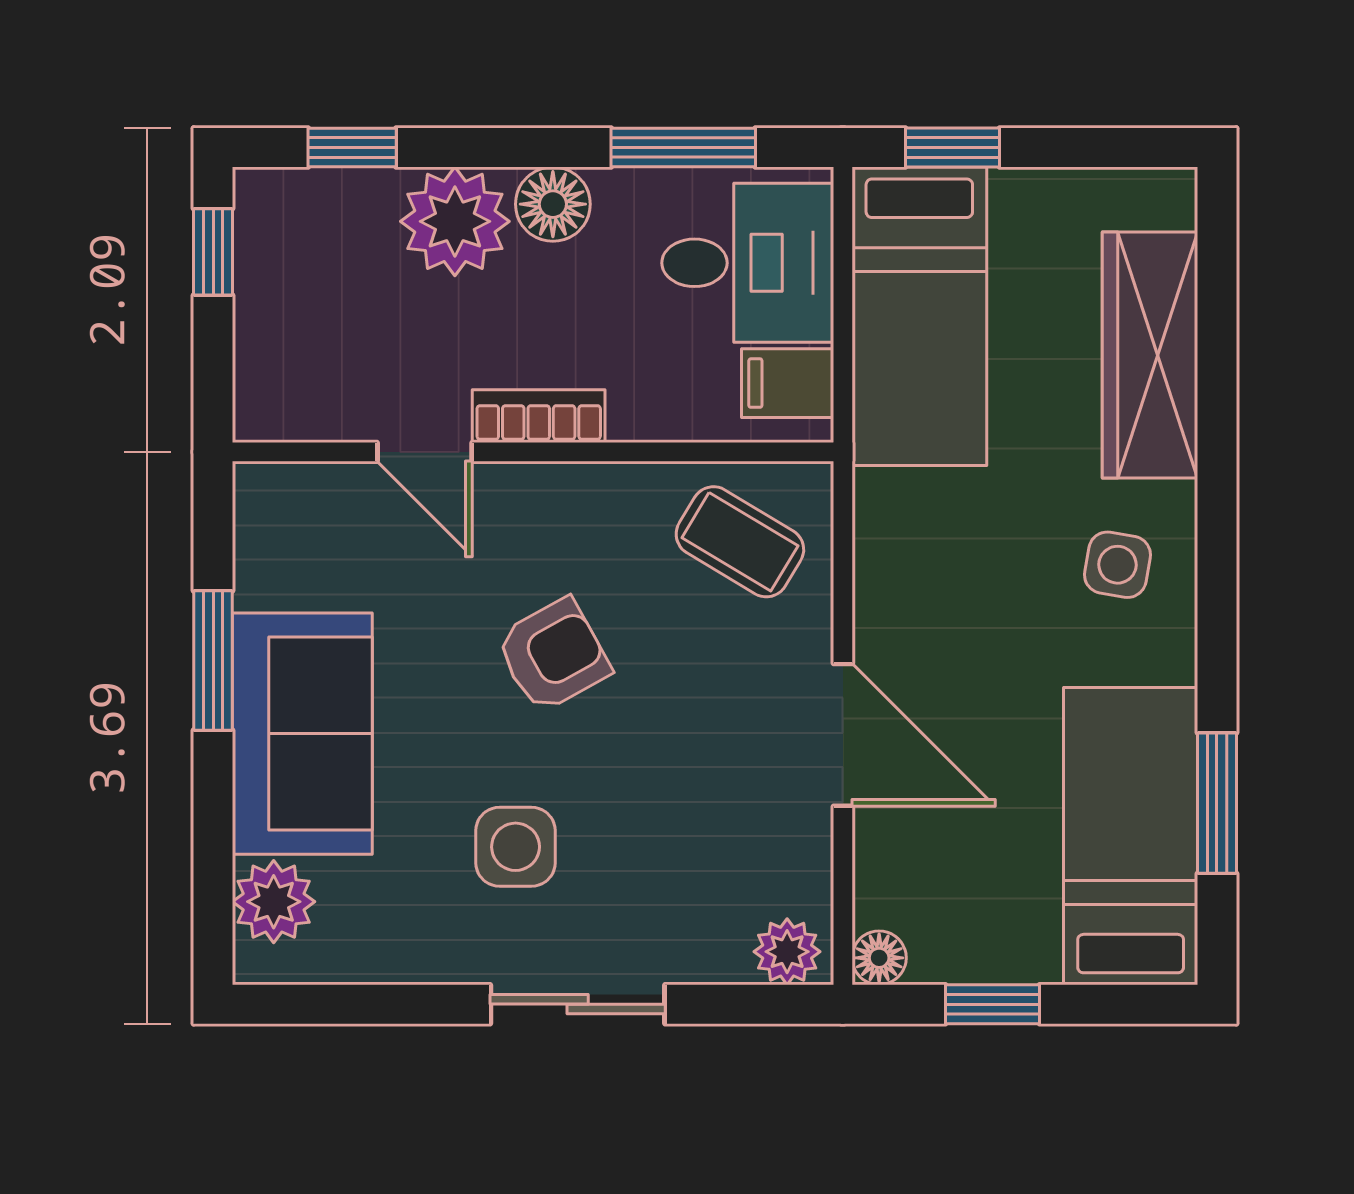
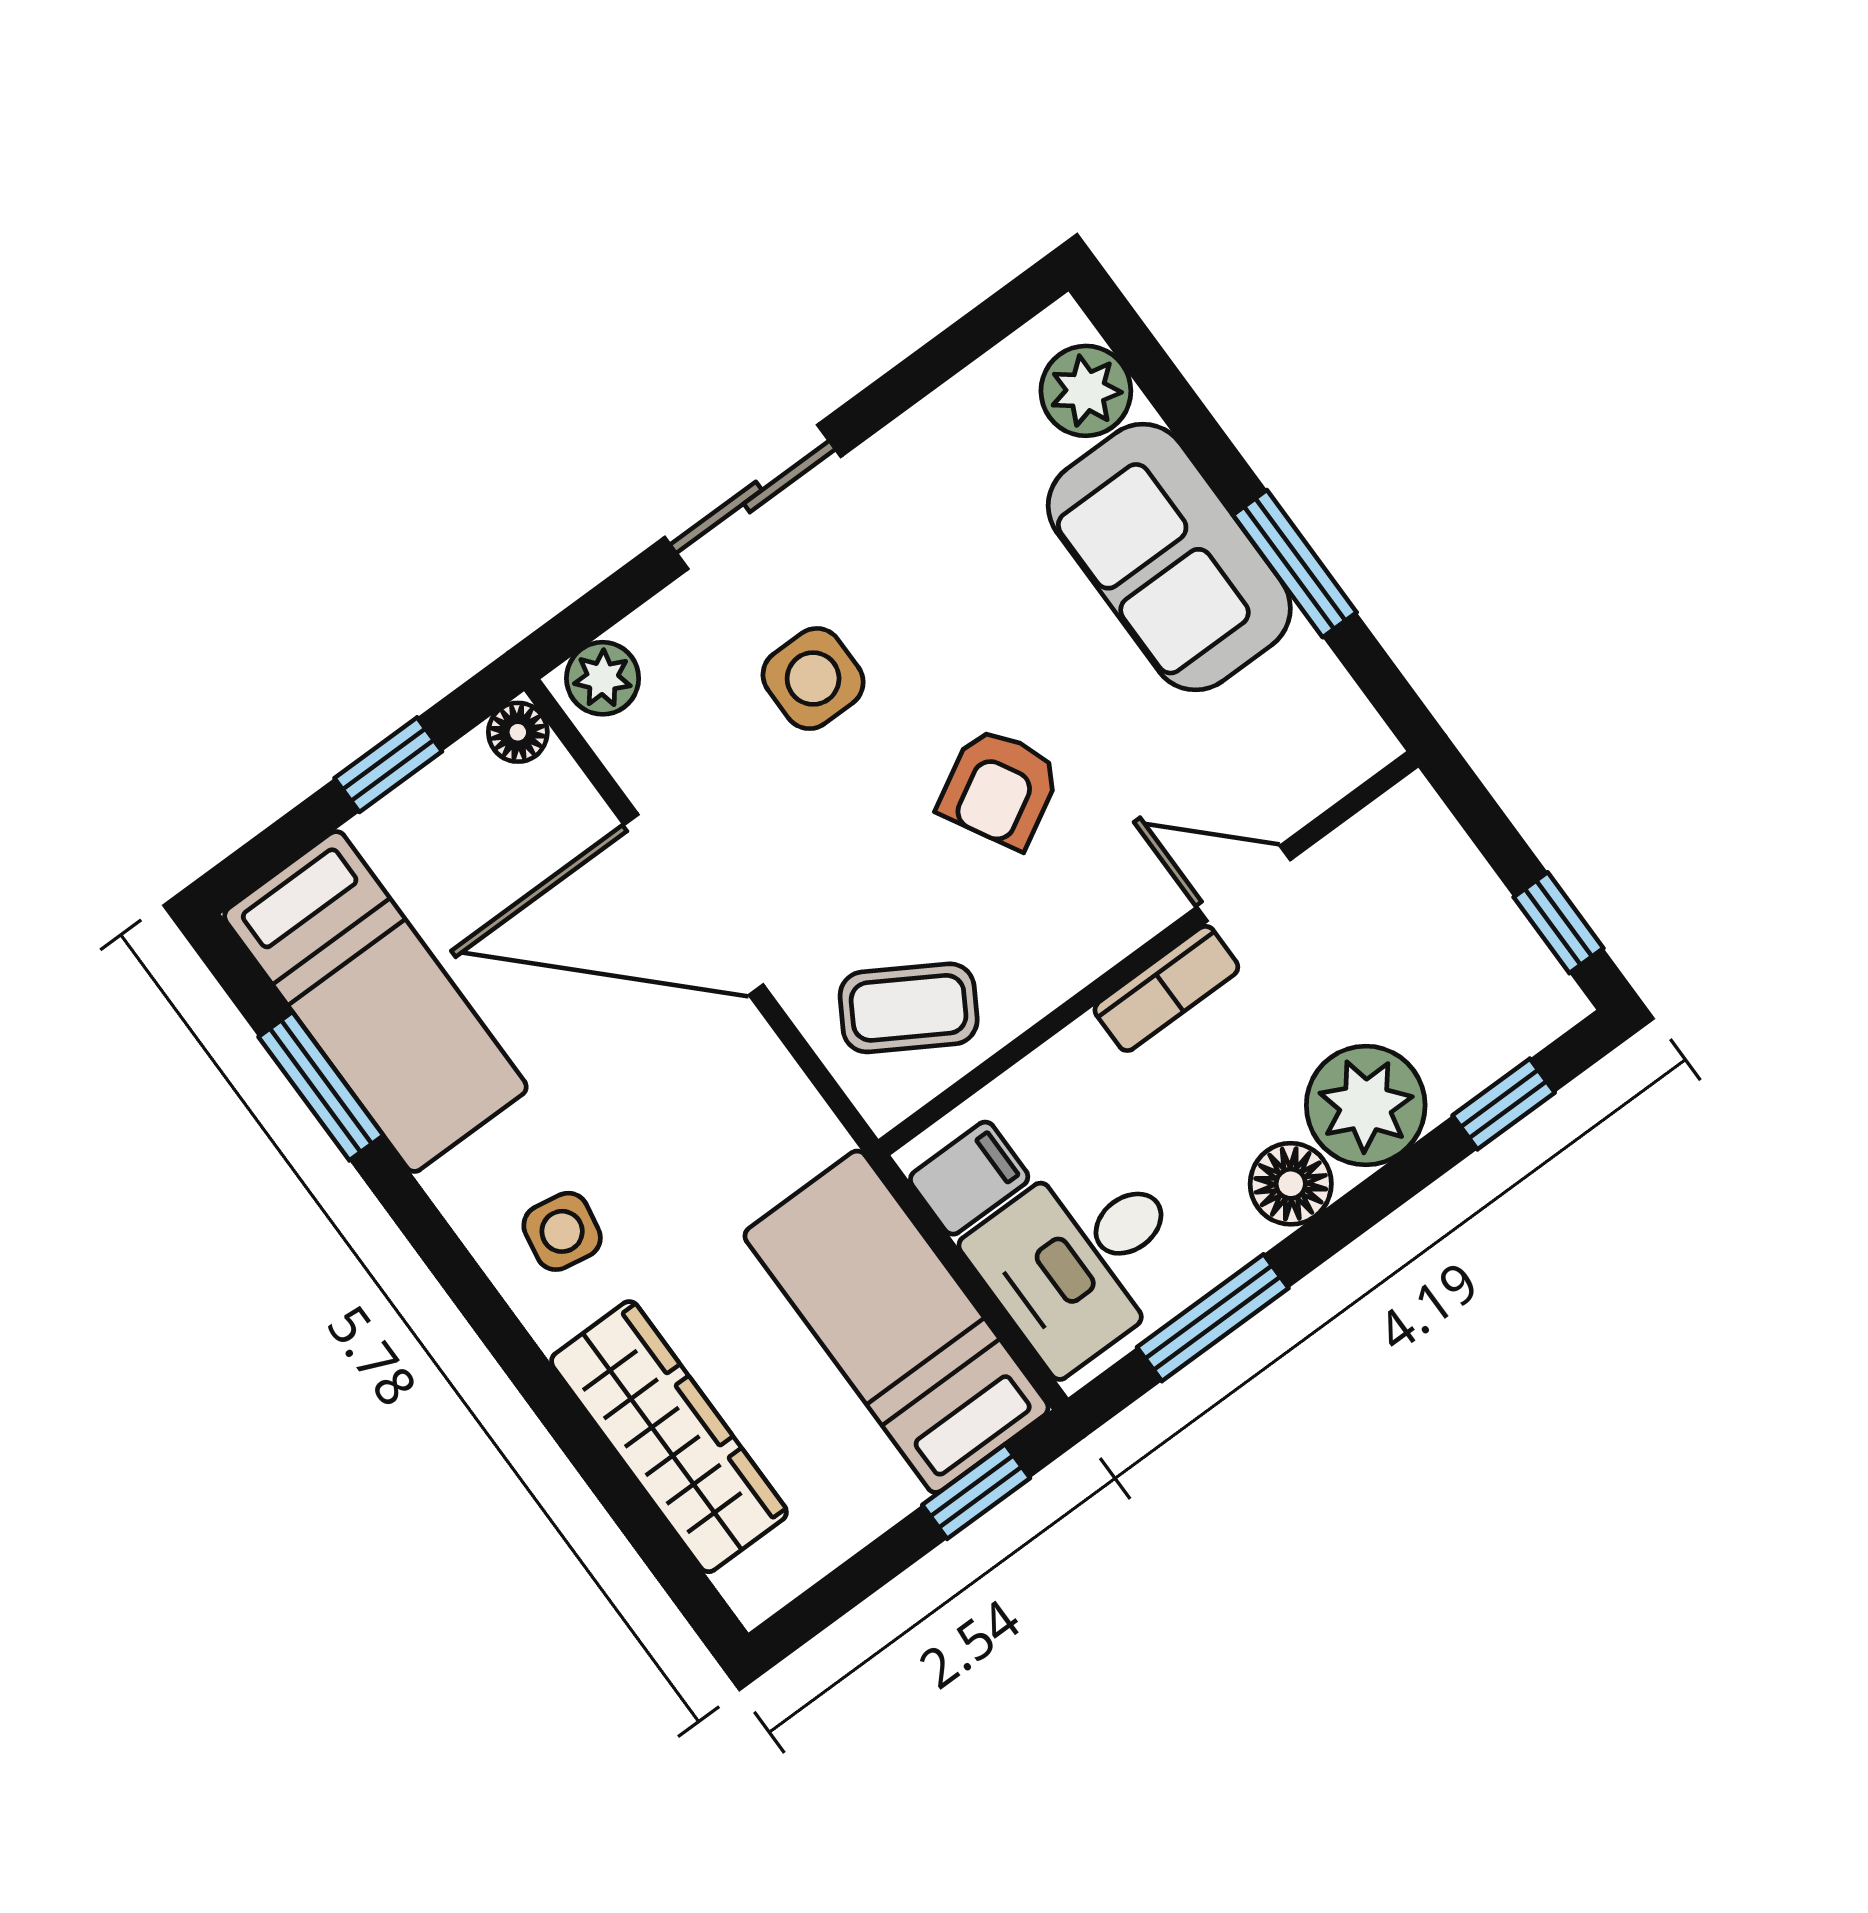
door: (843, 735) -> (694, 905), width x1.36
side table: (516, 847) -> (813, 679), moved

